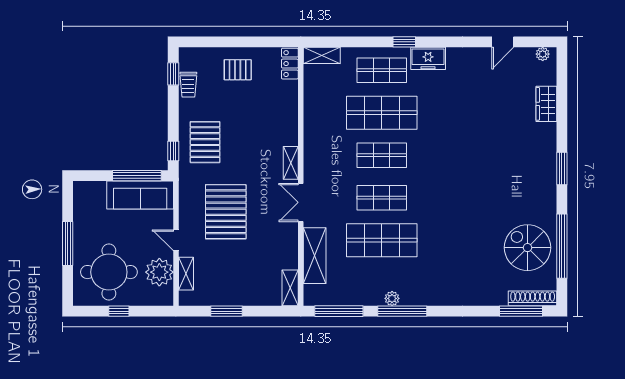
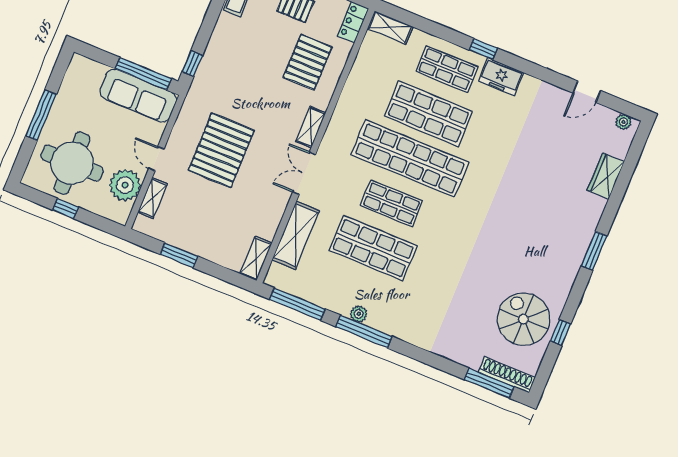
pallet: (205, 142) -> (308, 62), moved
shop shelf: (382, 155) -> (410, 159), width x2.00, depth x1.36
window: (562, 246) -> (560, 333), width x0.32

